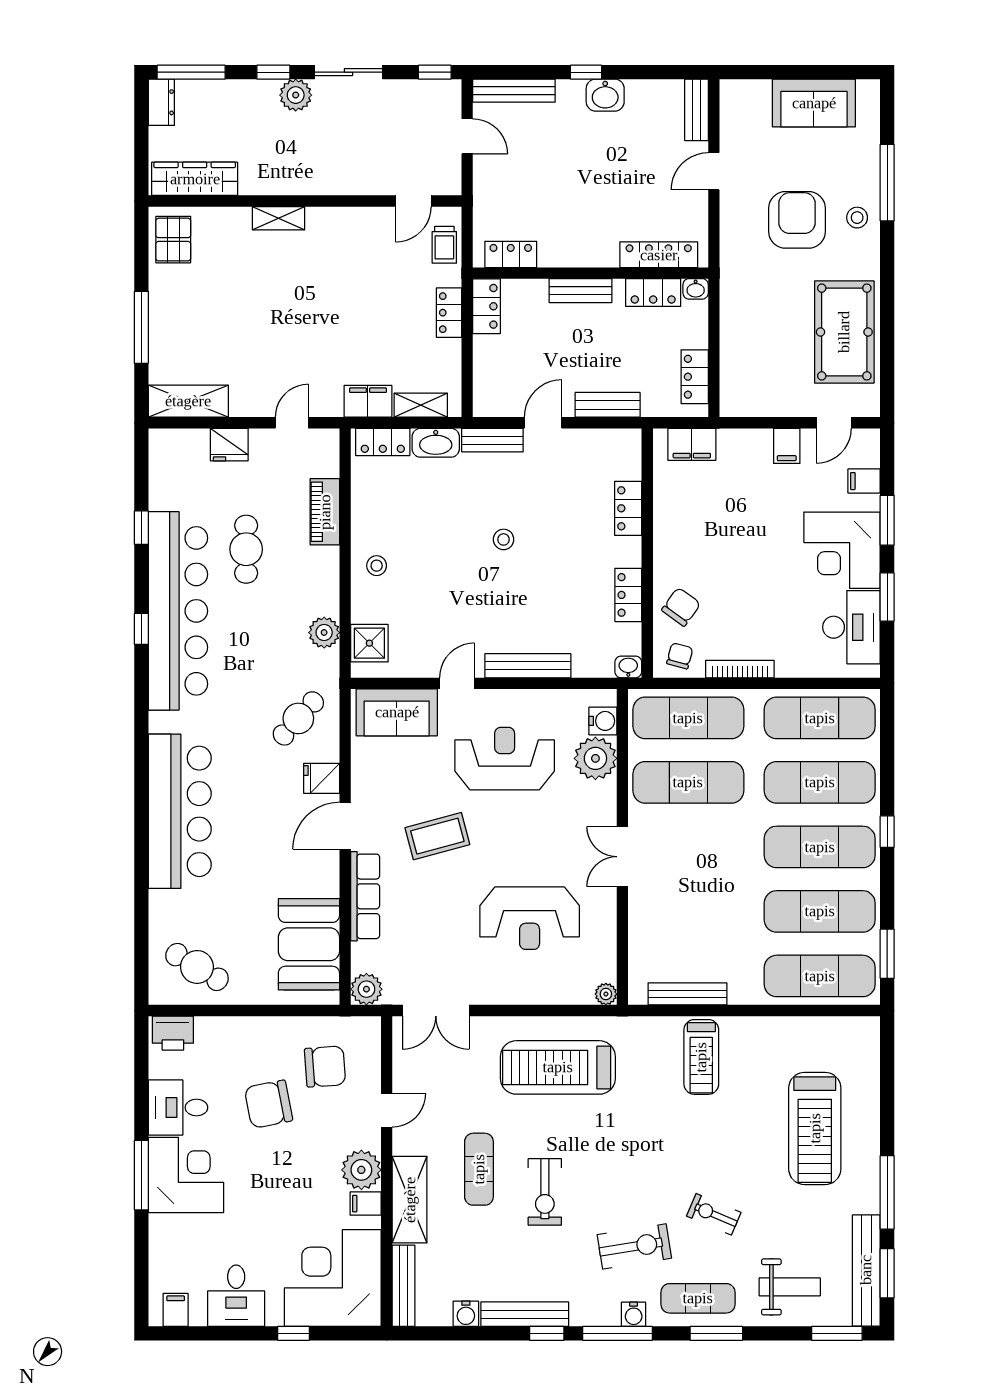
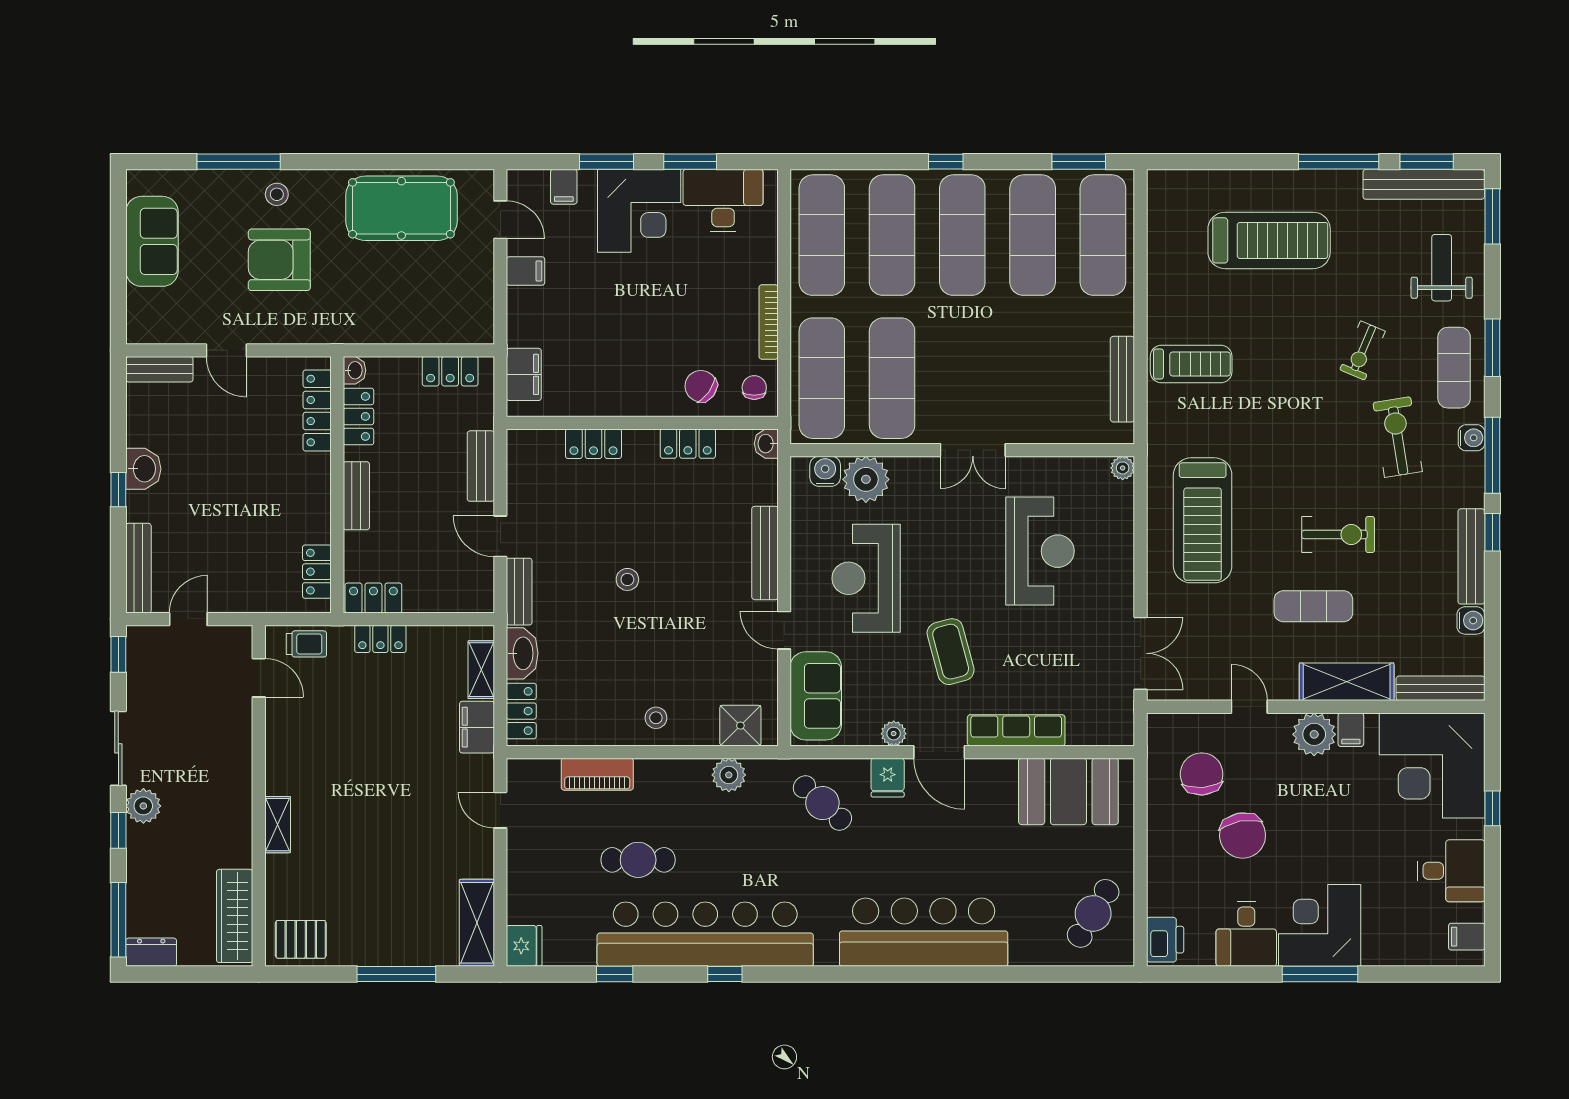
fridge: (229, 445) -> (524, 946), moved
chair: (680, 656) -> (754, 388), turned 75
plant: (366, 989) -> (894, 734), moved, width x0.73, depth x0.73

